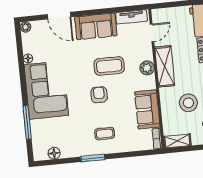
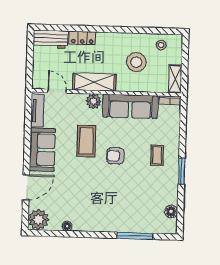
plant: (26, 27) -> (38, 220), width x1.88, depth x1.88
corner sofa: (46, 90) -> (103, 211), removed
sofa: (147, 109) -> (130, 106), width x1.36

